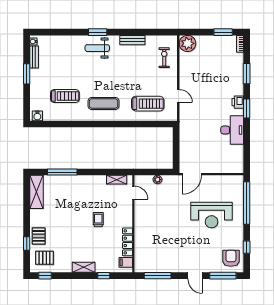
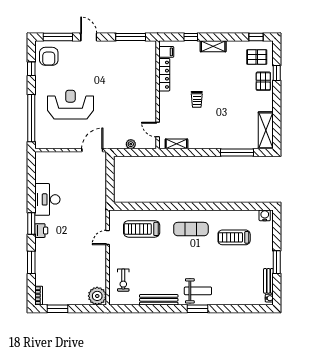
bench: (132, 40) -> (159, 300), width x1.36
door: (178, 96) -> (108, 237), hinge flipped

